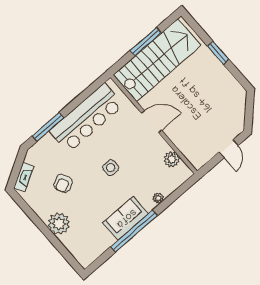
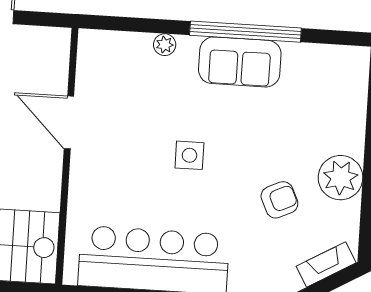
door: (152, 122) -> (69, 122), moved
plant: (172, 159) -> (91, 81), removed
plant: (59, 224) -> (341, 178), moved

